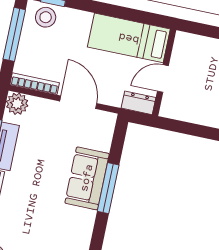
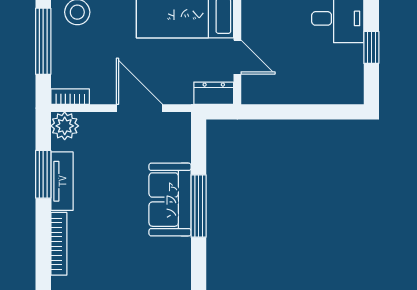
door: (163, 78) -> (237, 57), swing flipped
bookcase: (35, 84) -> (70, 97), width x0.64

